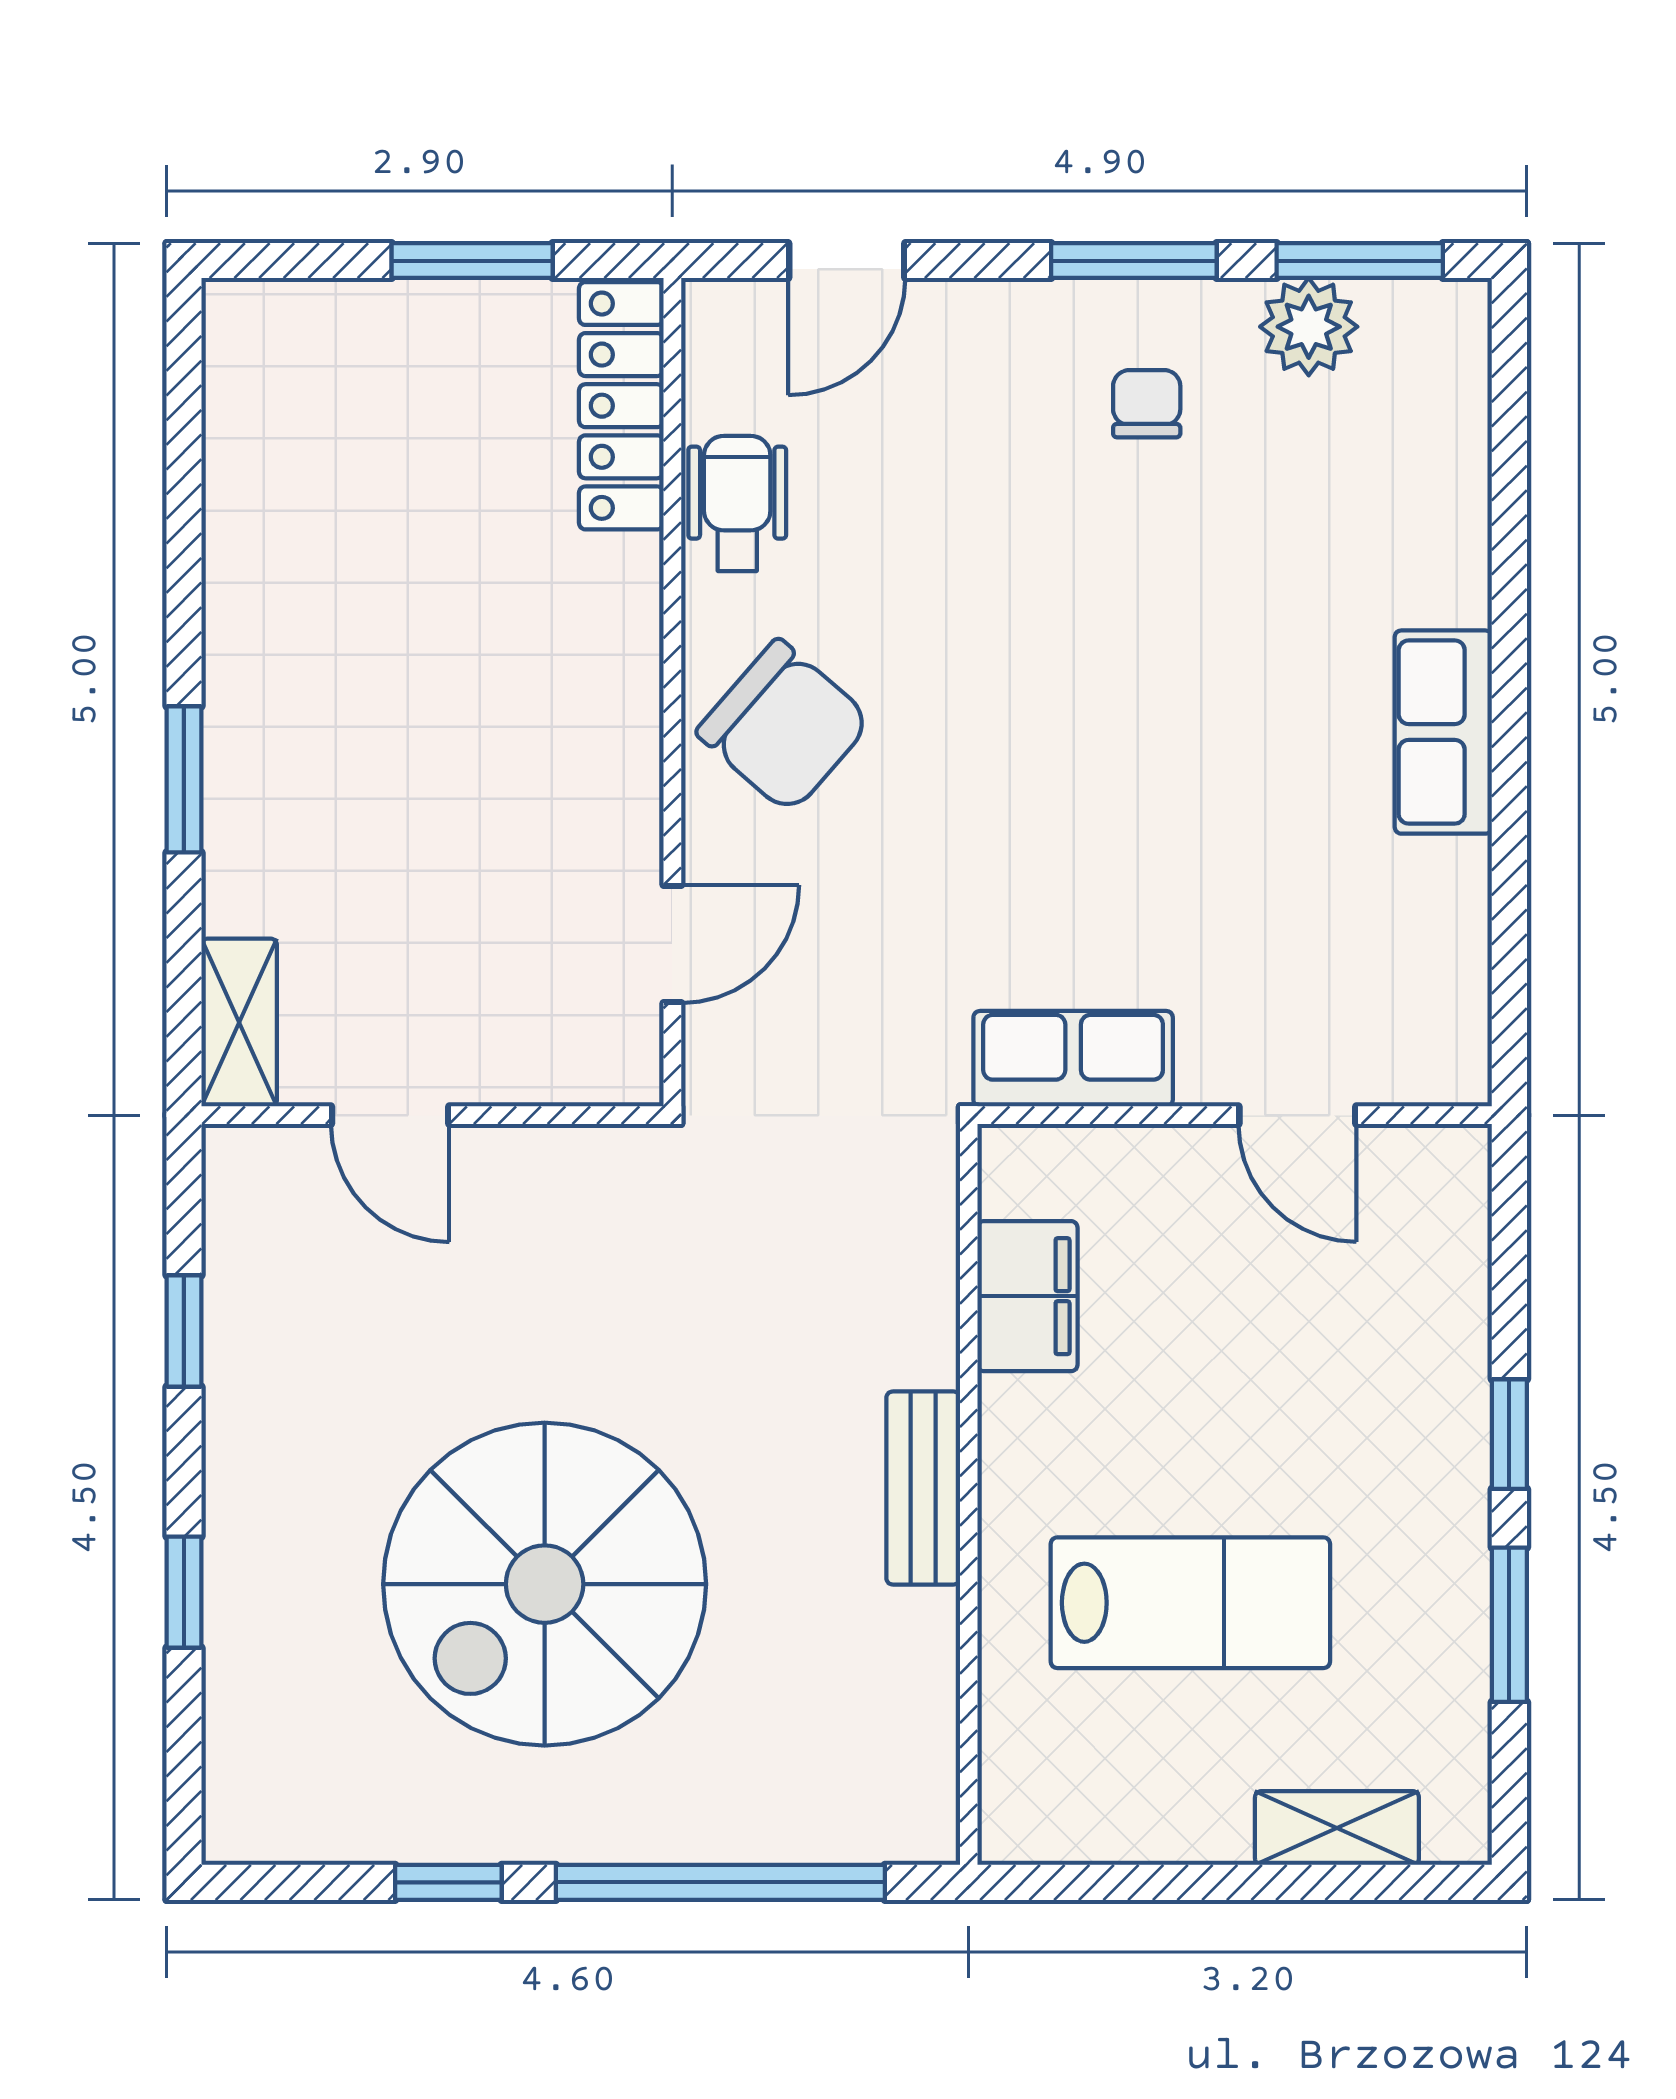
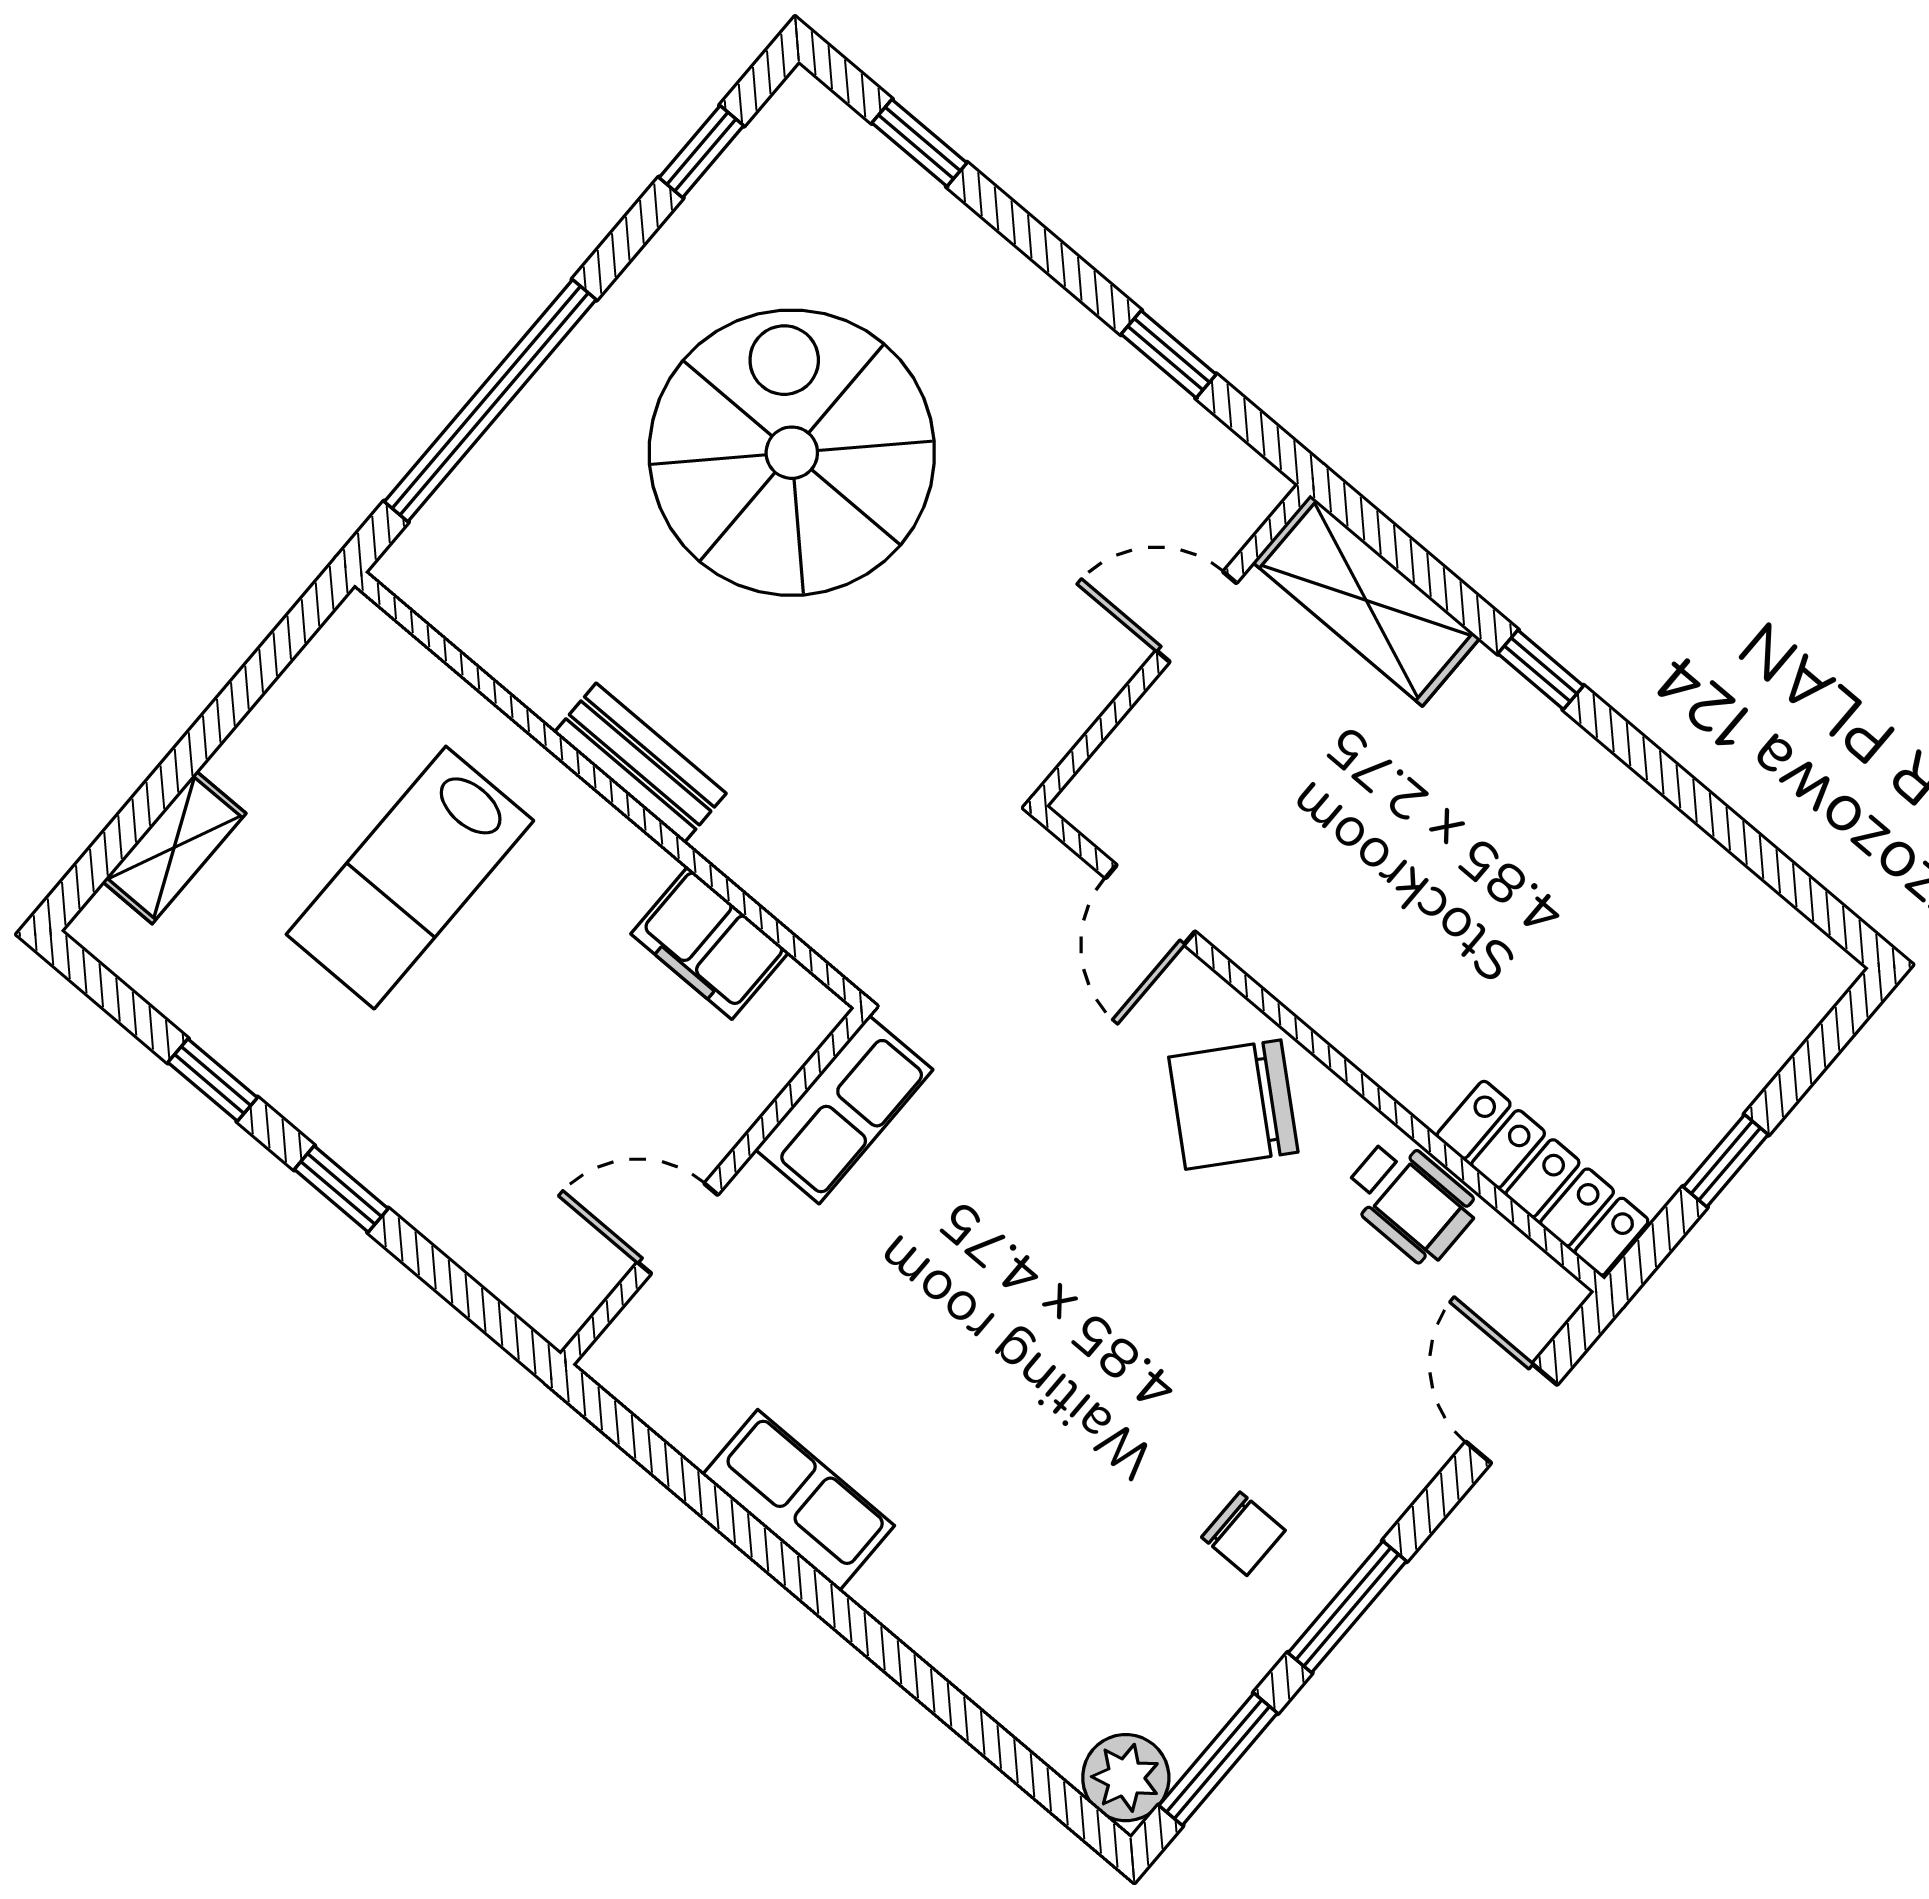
window: (472, 261) -> (1726, 1161), width x0.67
plant: (1309, 327) -> (1126, 1778), moved
row of seats: (1443, 732) -> (798, 1500), moved
window: (184, 779) -> (1541, 670), width x0.67
shelving: (239, 1022) -> (1366, 600), width x1.50, depth x1.33
window: (184, 1592) -> (919, 143), moved
window: (1509, 1625) -> (213, 1080), width x0.67
window: (448, 1882) -> (701, 152), moved

